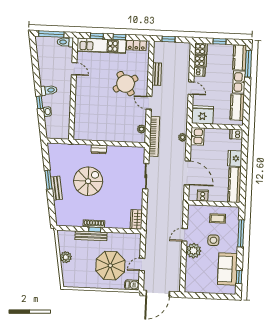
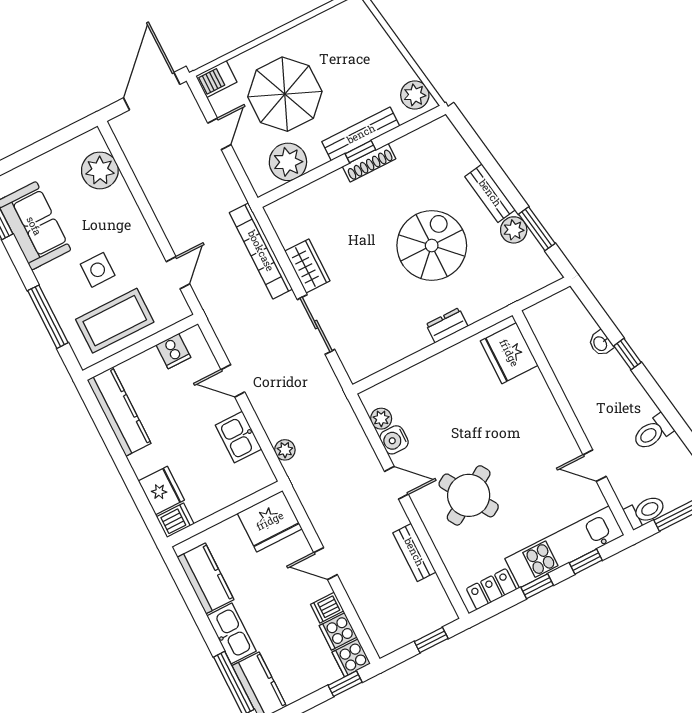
window: (219, 41) -> (345, 684), moved
toilet: (49, 90) -> (653, 432), moved
water cooler: (141, 119) -> (394, 440), added
fridge: (82, 127) -> (509, 353), added
bookcase: (154, 136) -> (261, 251), moved
kitchen sink: (197, 136) -> (238, 437), moved
fridge: (235, 158) -> (161, 491), moved
plant: (55, 170) -> (514, 230), added
door: (187, 173) -> (233, 381), width x0.53
window: (48, 180) -> (537, 229), moved
spiral stairs: (88, 181) -> (432, 245), turned 180
coffee table: (218, 218) -> (115, 321), width x1.86, depth x1.72
wardrobe: (136, 219) -> (307, 266), moved
door: (185, 235) -> (178, 273), moved
plant: (123, 240) -> (288, 162), added
plant: (194, 251) -> (100, 170), moved
plant: (66, 257) -> (415, 95), moved

